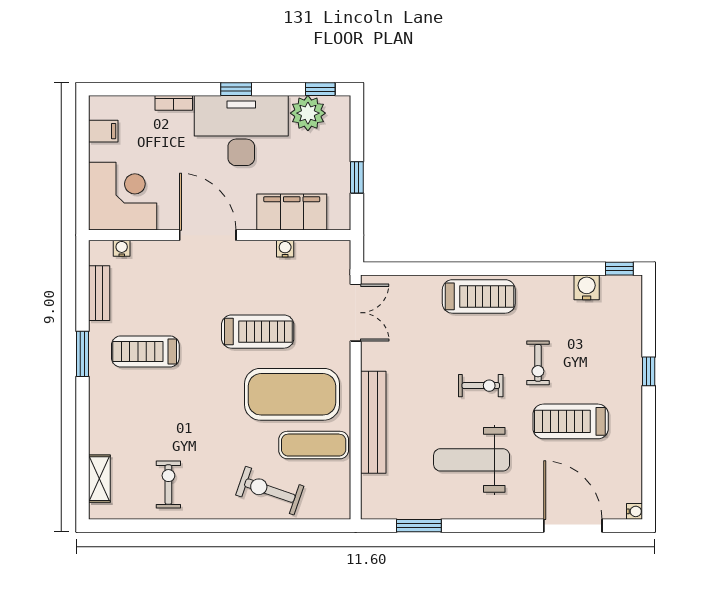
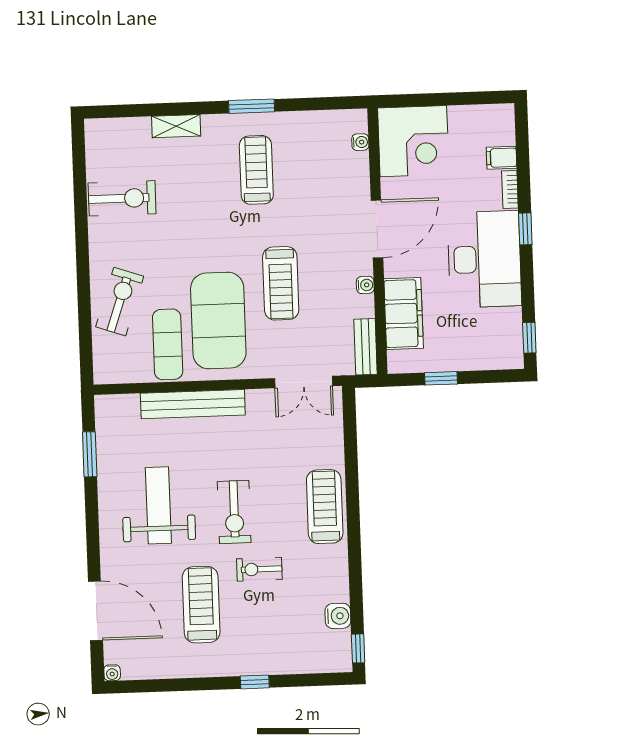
window: (236, 89) -> (525, 229), moved
plant: (308, 113) -> (505, 326), removed
filing cabinet: (103, 131) -> (502, 158), moved, turned 90
water cooler: (285, 249) -> (365, 285), moved
bench: (99, 293) -> (366, 347), moved, turned 90
treadmill: (479, 296) -> (325, 507), turned 180
exercise bike: (481, 386) -> (234, 512), width x1.38, depth x1.39
shelving: (99, 479) -> (176, 126), moved
exercise bike: (168, 485) -> (122, 198), width x1.38, depth x1.39
door: (573, 526) -> (95, 611), hinge flipped

